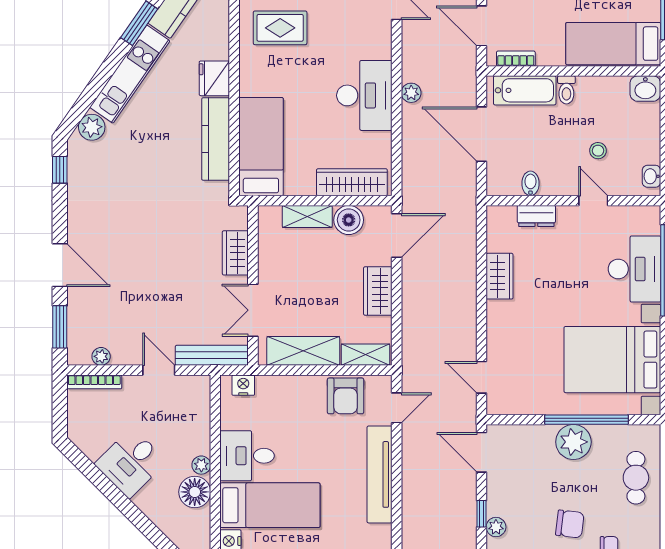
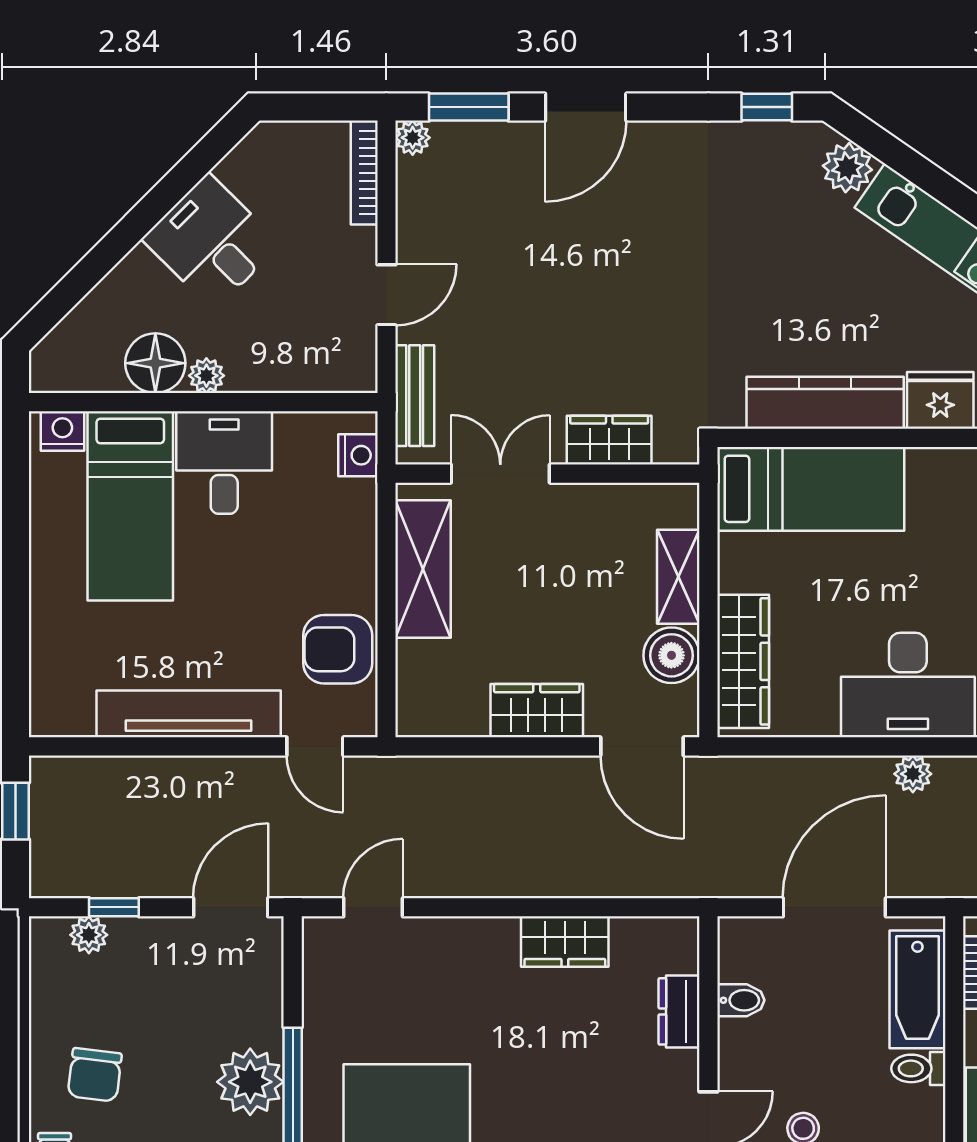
bench: (212, 355) -> (415, 396), width x0.73
shelving: (366, 355) -> (416, 687), removed
plant: (101, 356) -> (413, 138), moved

